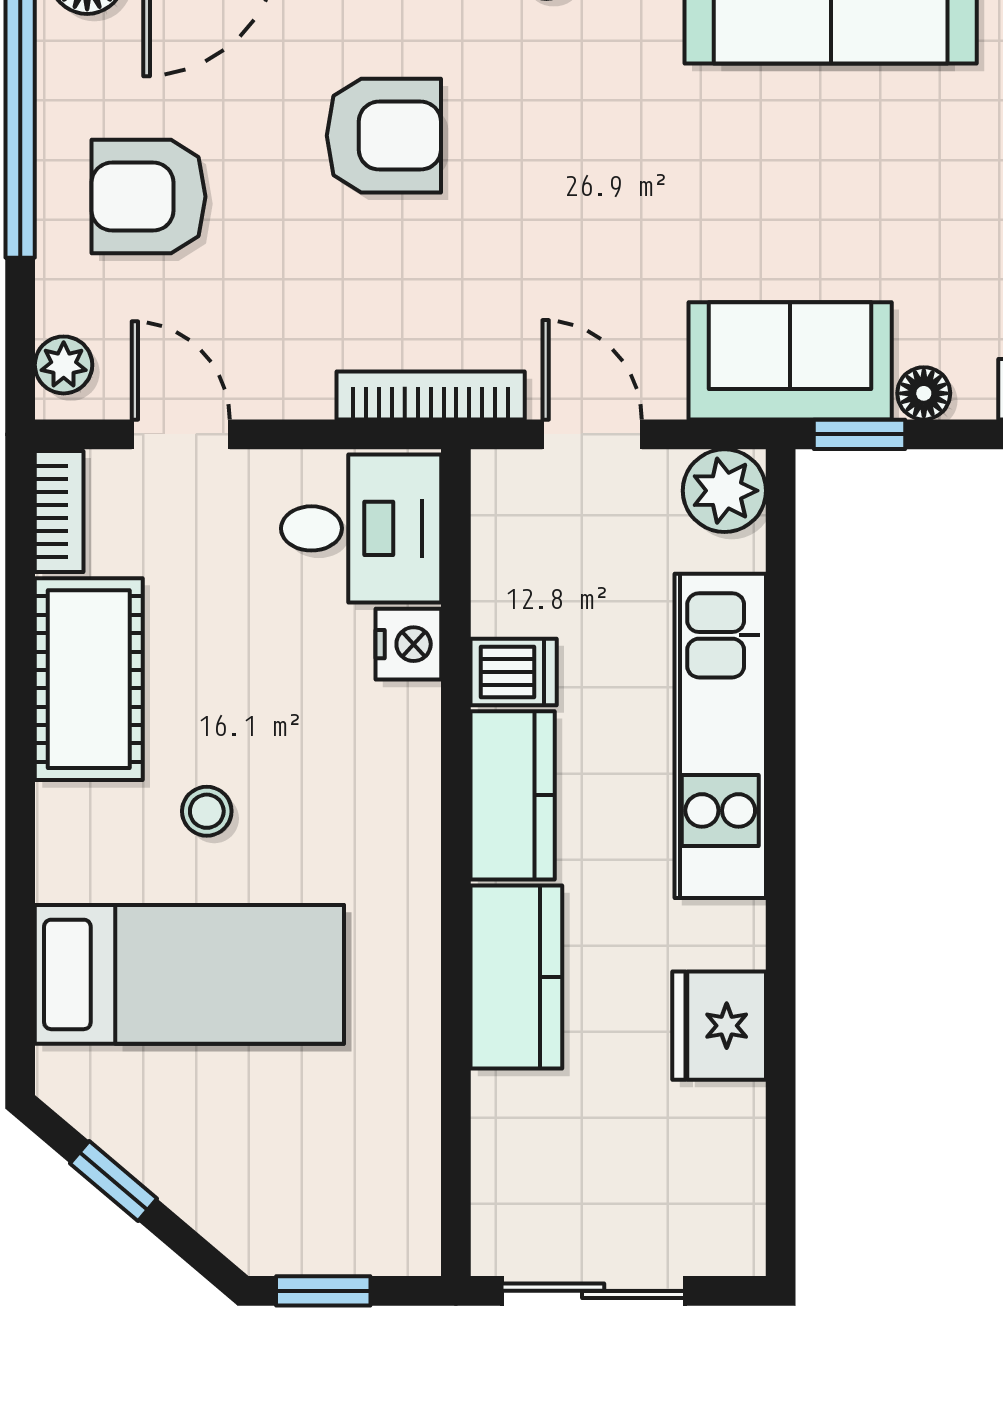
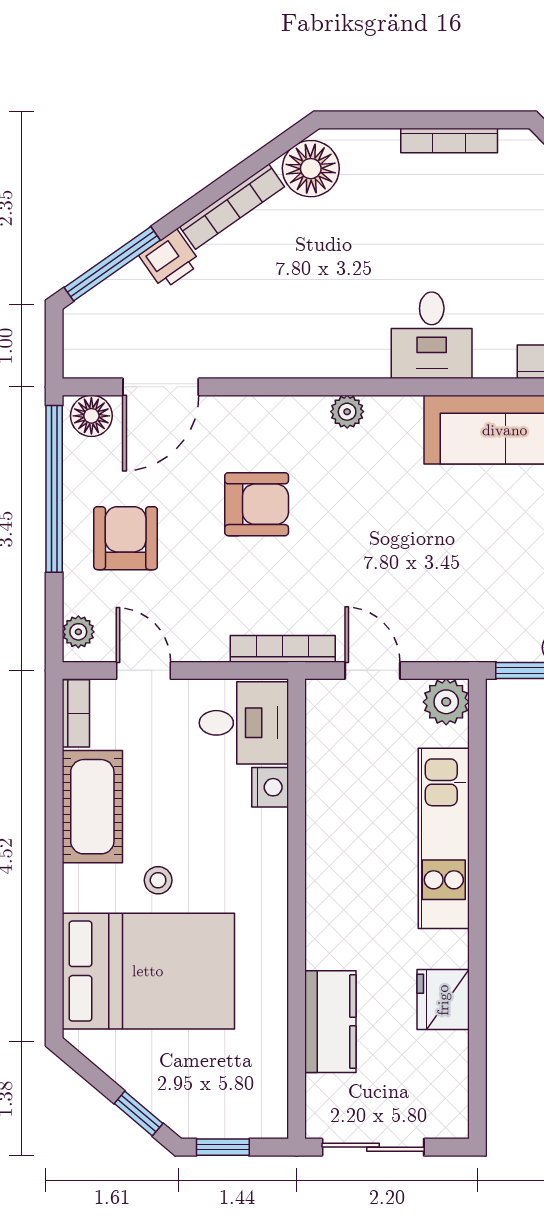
armchair: (148, 197) -> (126, 538), turned 90
sofa: (790, 361) -> (483, 630), removed
dishwasher: (514, 672) -> (329, 803), removed
kitchen counter: (513, 795) -> (328, 871), removed
bed: (189, 974) -> (148, 971), width x1.50
kitchen counter: (516, 977) -> (330, 1022), moved
window: (114, 1181) -> (139, 1113), moved

